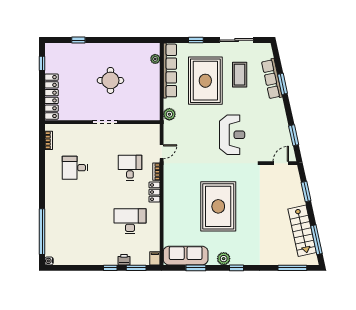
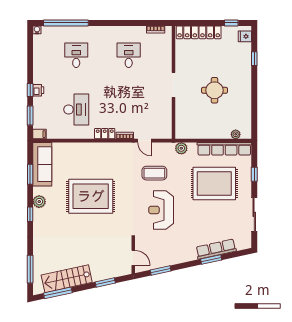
fridge: (56, 50) -> (245, 36), added
coffee table: (240, 75) -> (154, 173), moved
reception desk: (232, 135) -> (161, 210), turned 90
desk: (130, 168) -> (76, 55), moved, turned -90
printer: (124, 260) -> (38, 90), moved

